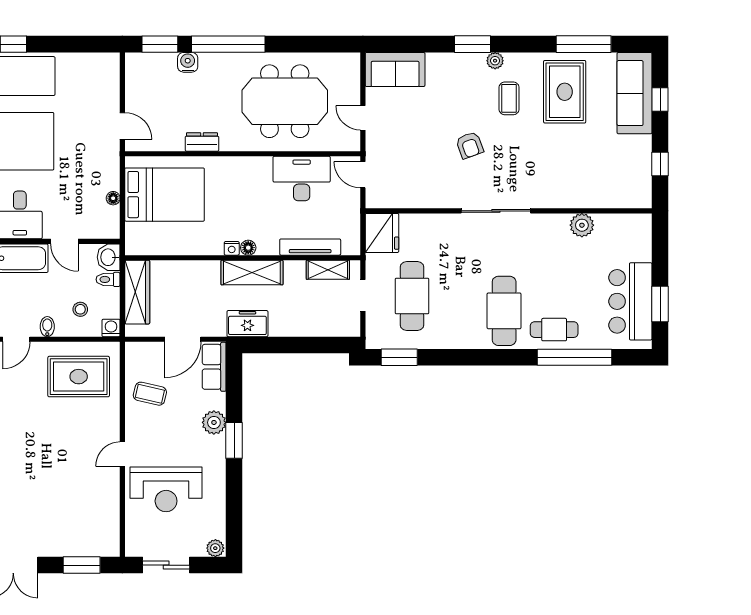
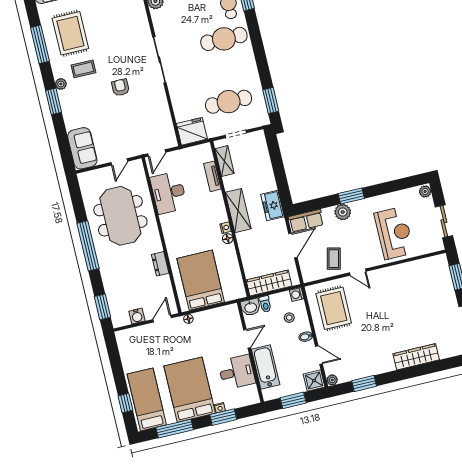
window: (228, 44) -> (88, 246), moved
window: (584, 44) -> (40, 44), moved
water cooler: (188, 62) -> (137, 316), moved, turned -90
rug: (565, 92) -> (70, 33), turned 90
armchair: (470, 145) -> (120, 87), turned -70
floor lamp: (113, 198) -> (188, 319), moved
tv unit: (310, 247) -> (212, 176), width x0.71
floor lamp: (248, 248) -> (228, 239), moved
door: (183, 339) -> (293, 246), hinge flipped
door: (122, 454) -> (358, 272), moved

